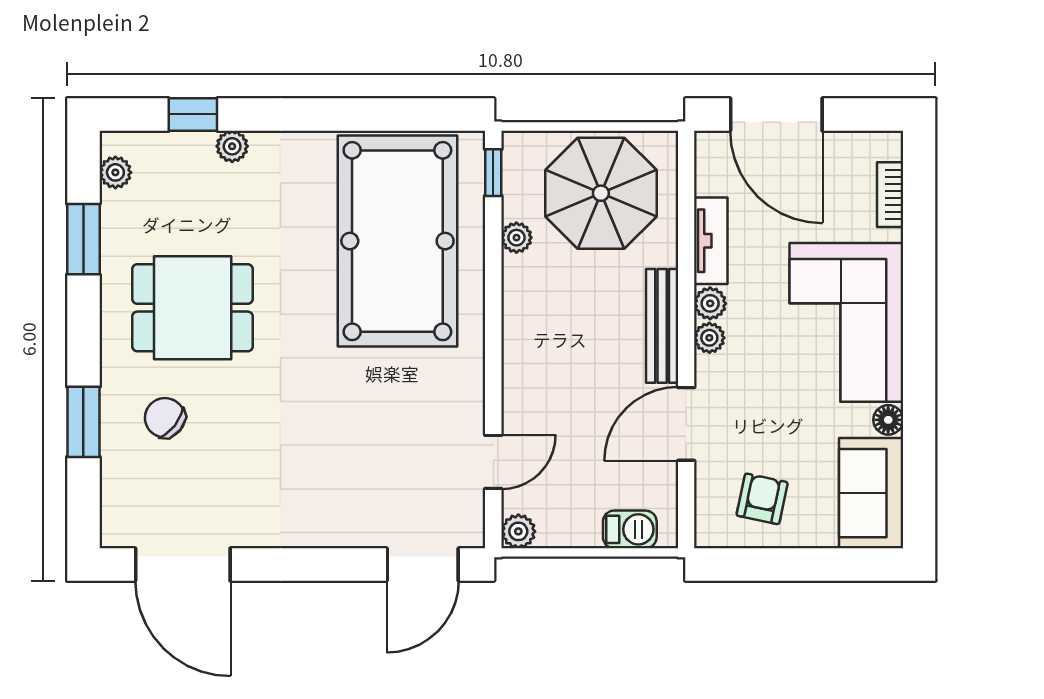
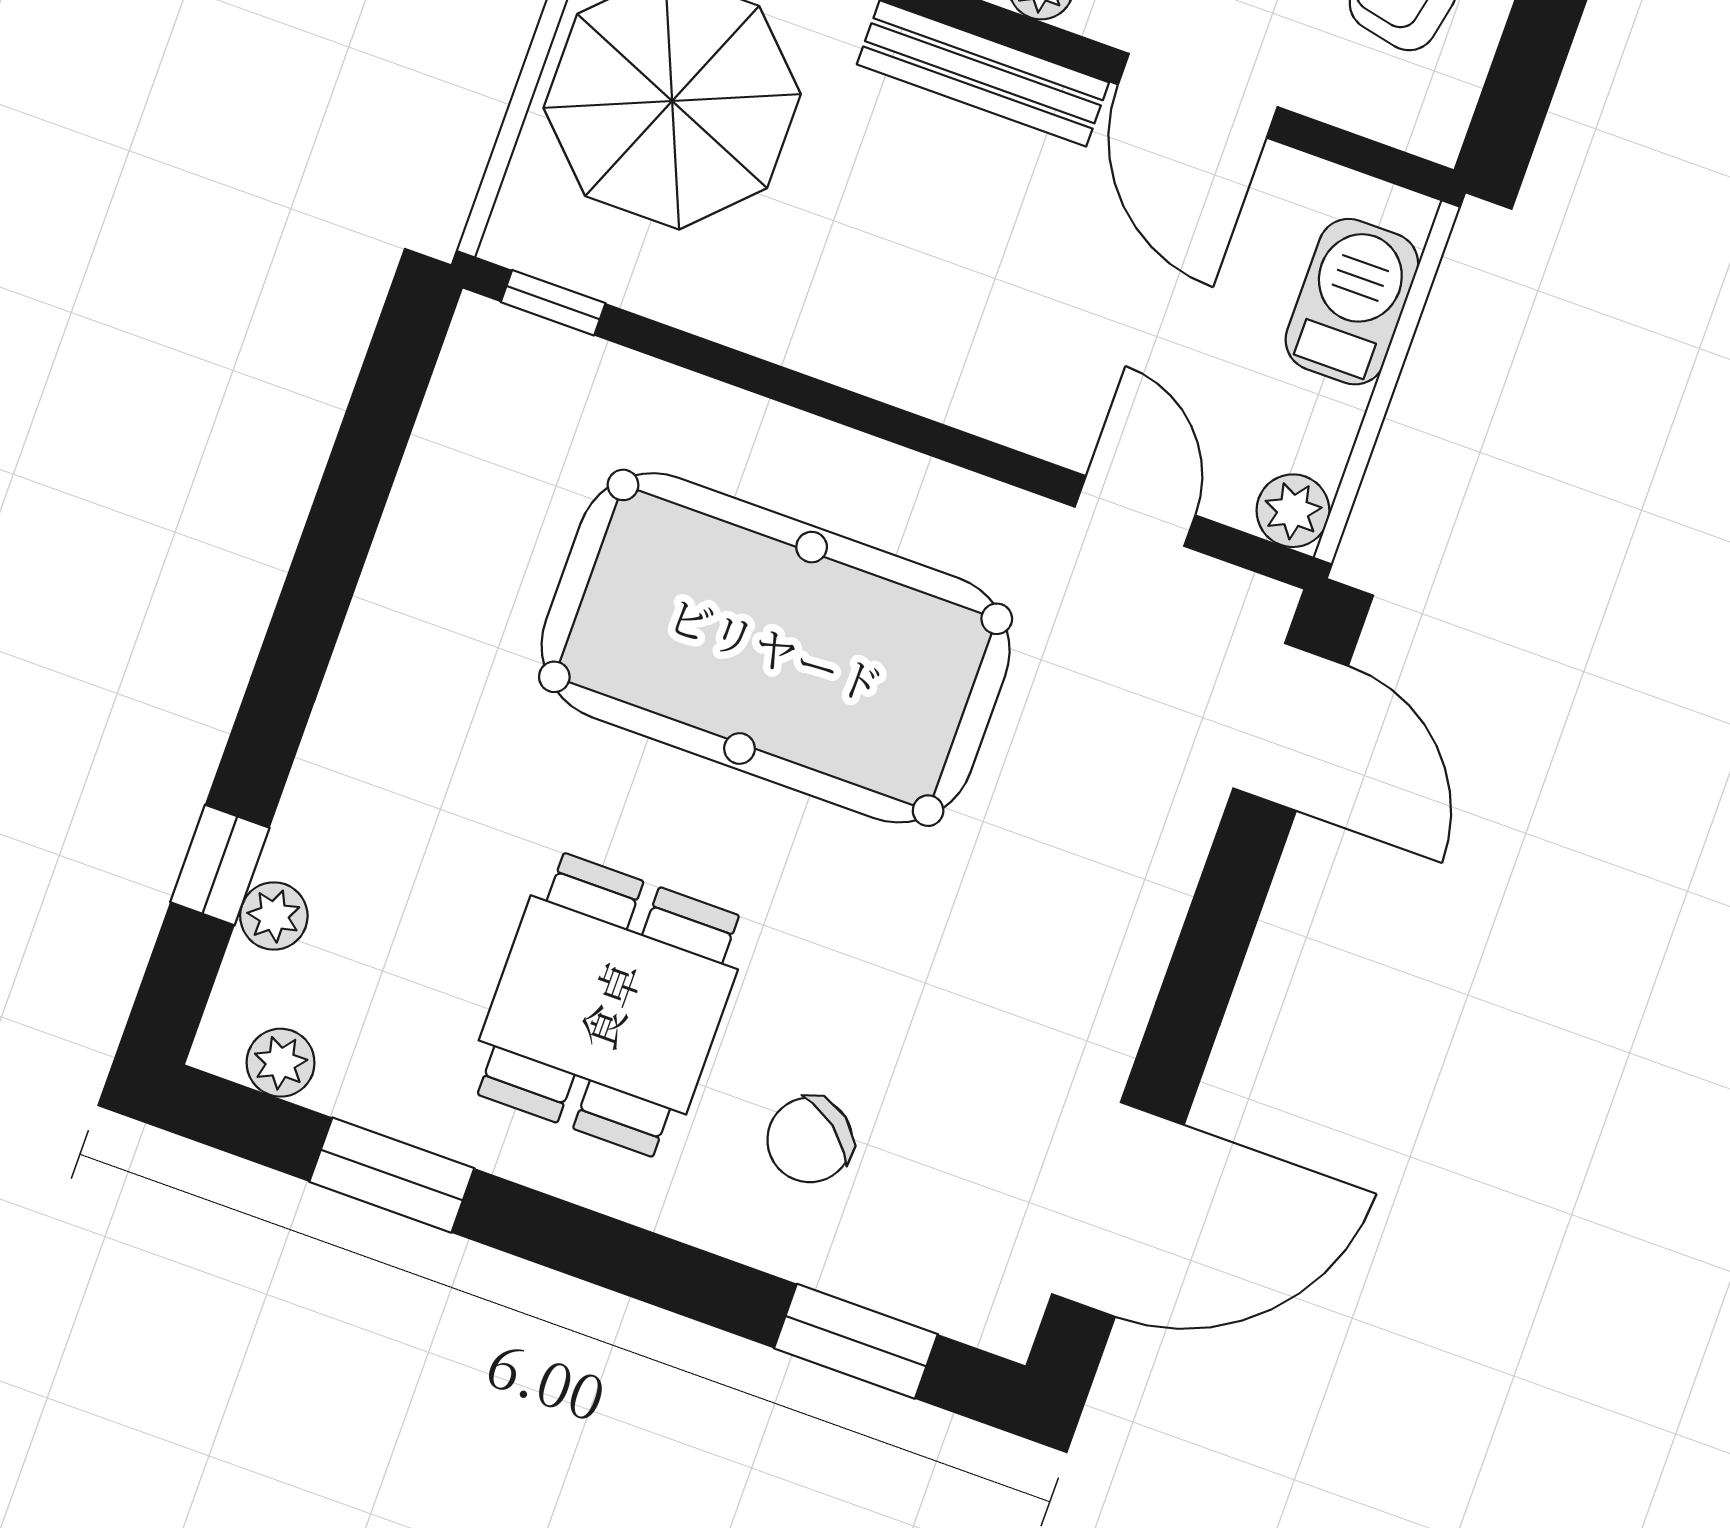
plant: (232, 146) -> (274, 916), moved
plant: (516, 238) -> (701, 303), removed
pool table: (397, 241) -> (776, 648), moved
window: (83, 422) -> (856, 1341), moved
barbecue: (630, 529) -> (1352, 302), width x1.38, depth x1.27

